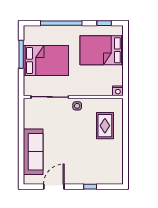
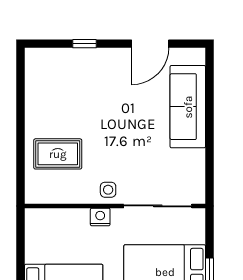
nightstand: (118, 91) -> (100, 217), moved
rug: (105, 126) -> (58, 154), turned 90

